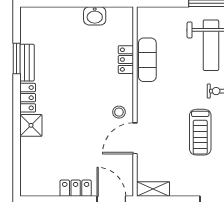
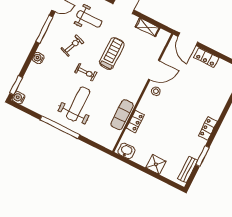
washbasin: (95, 16) -> (126, 151), moved
bench: (27, 63) -> (188, 169), moved
shower: (31, 125) -> (156, 164), moved
shelving: (153, 189) -> (147, 27), moved

